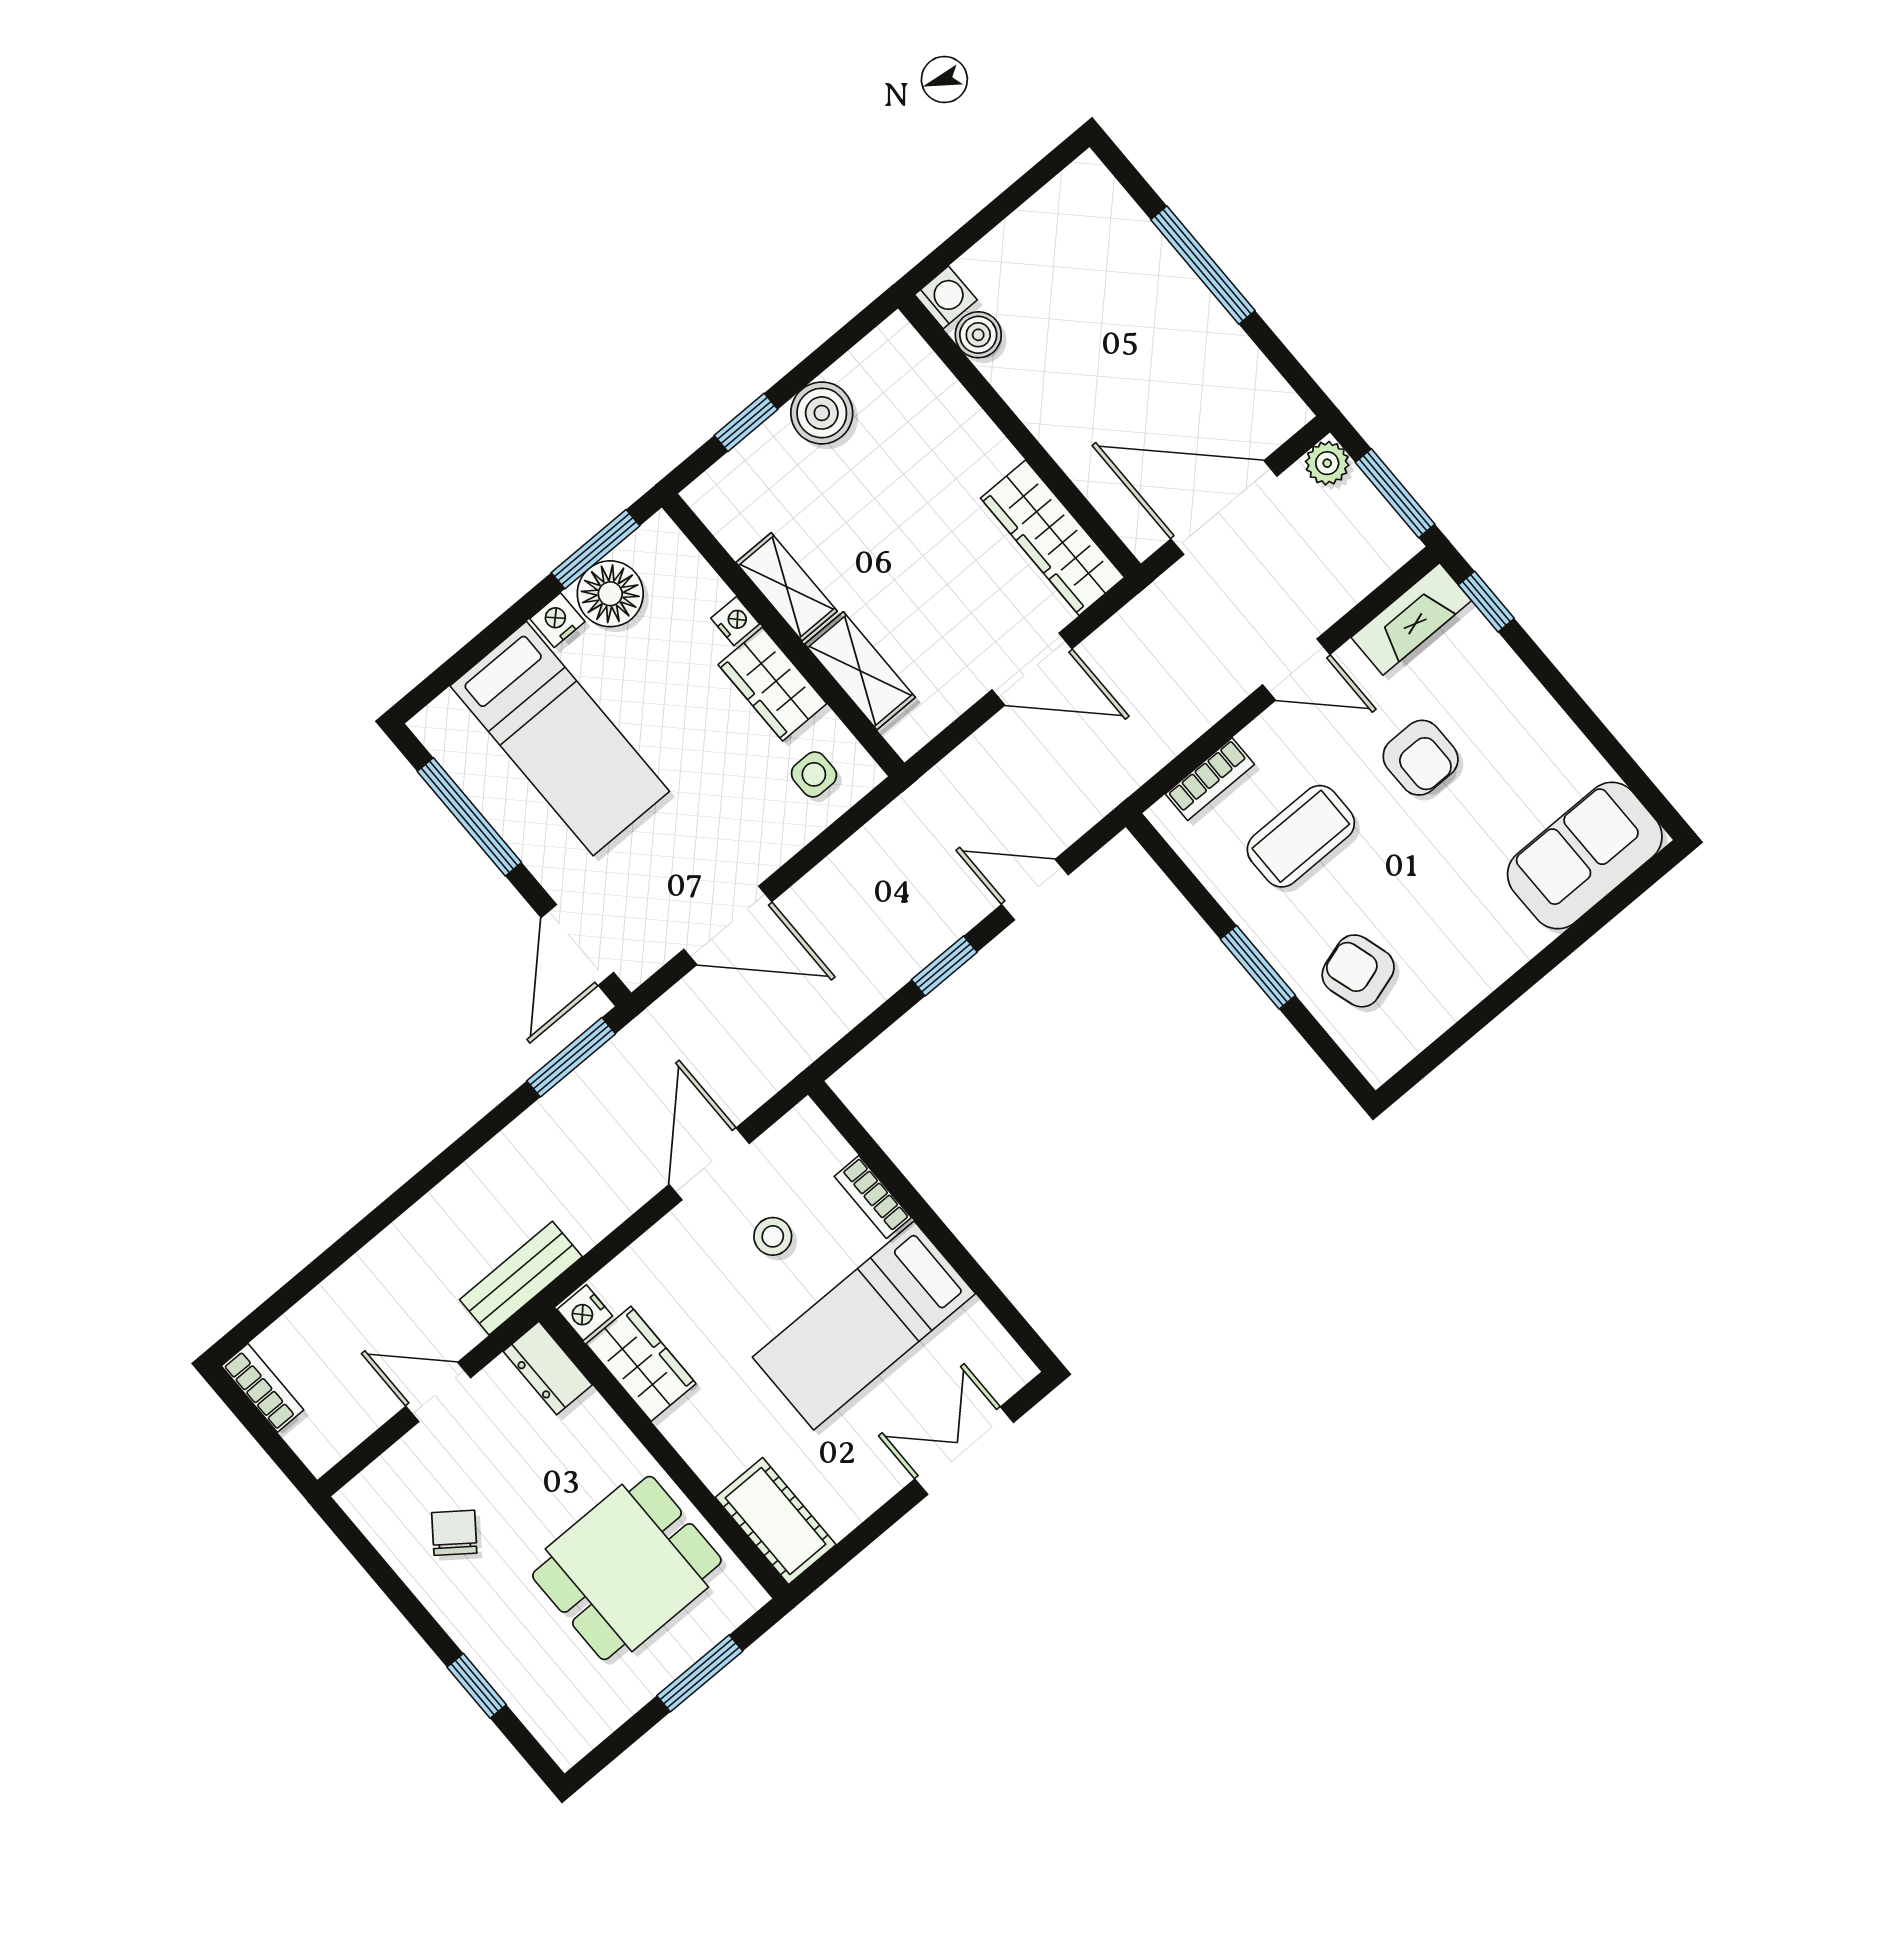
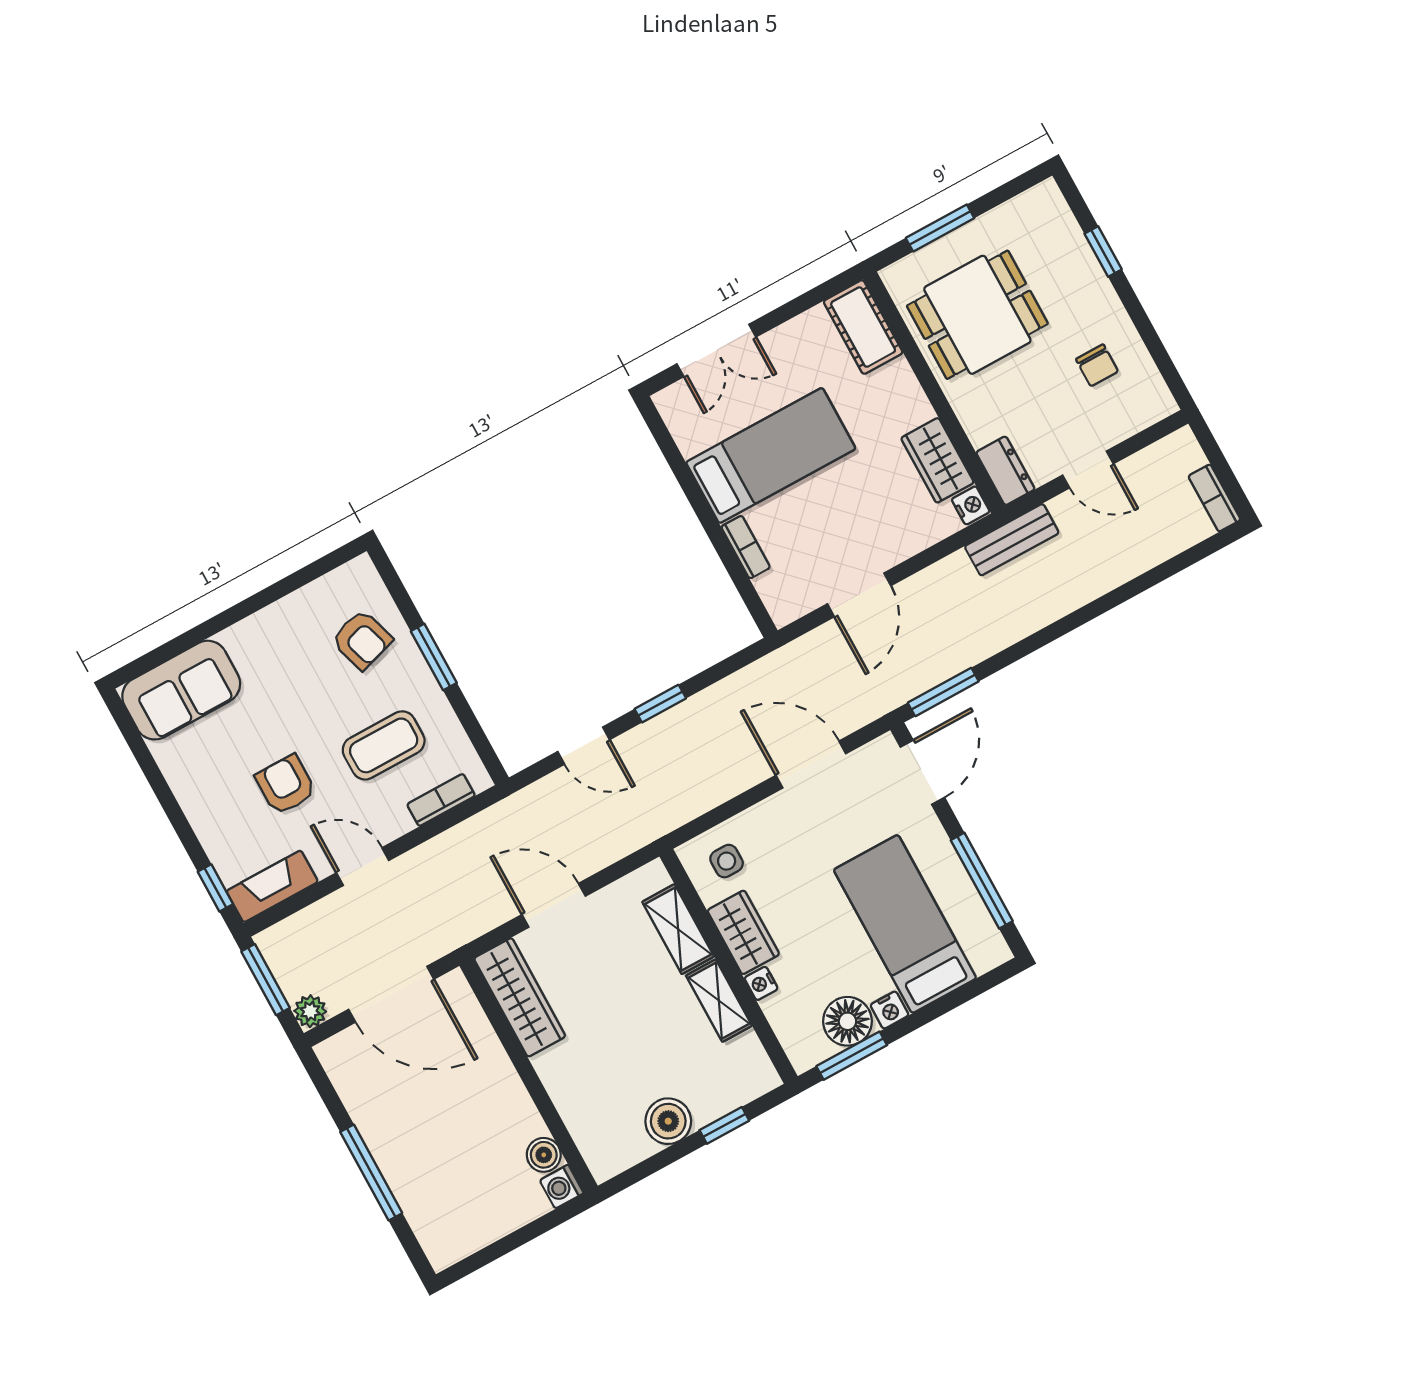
stool: (773, 1236) -> (824, 533), removed
chair: (454, 1533) -> (1097, 365), turned -37

